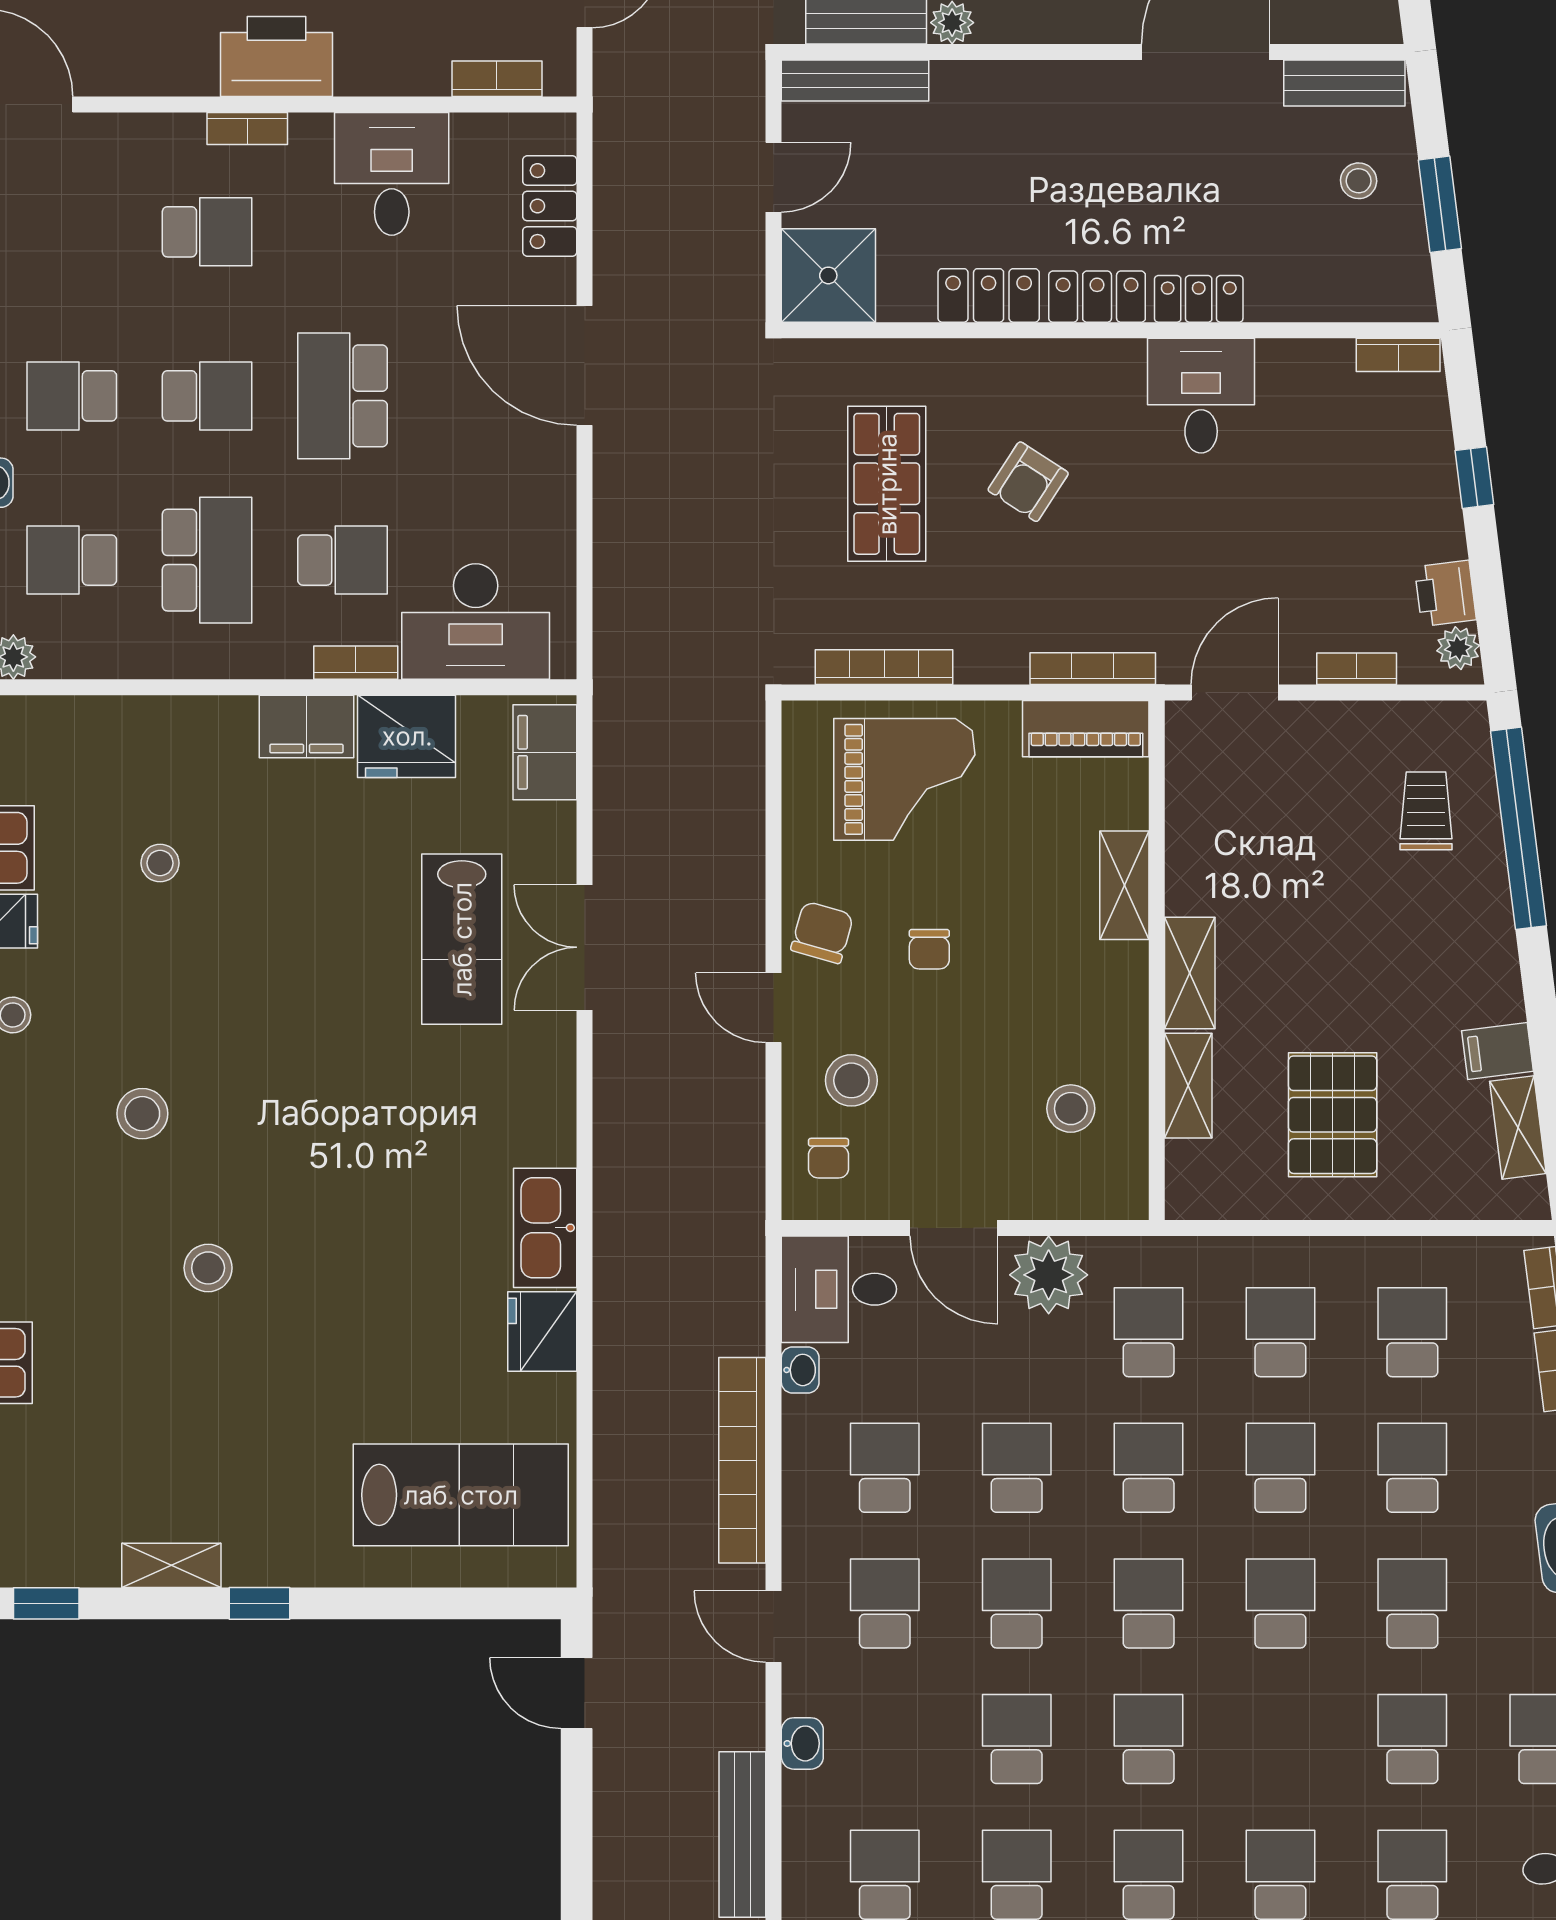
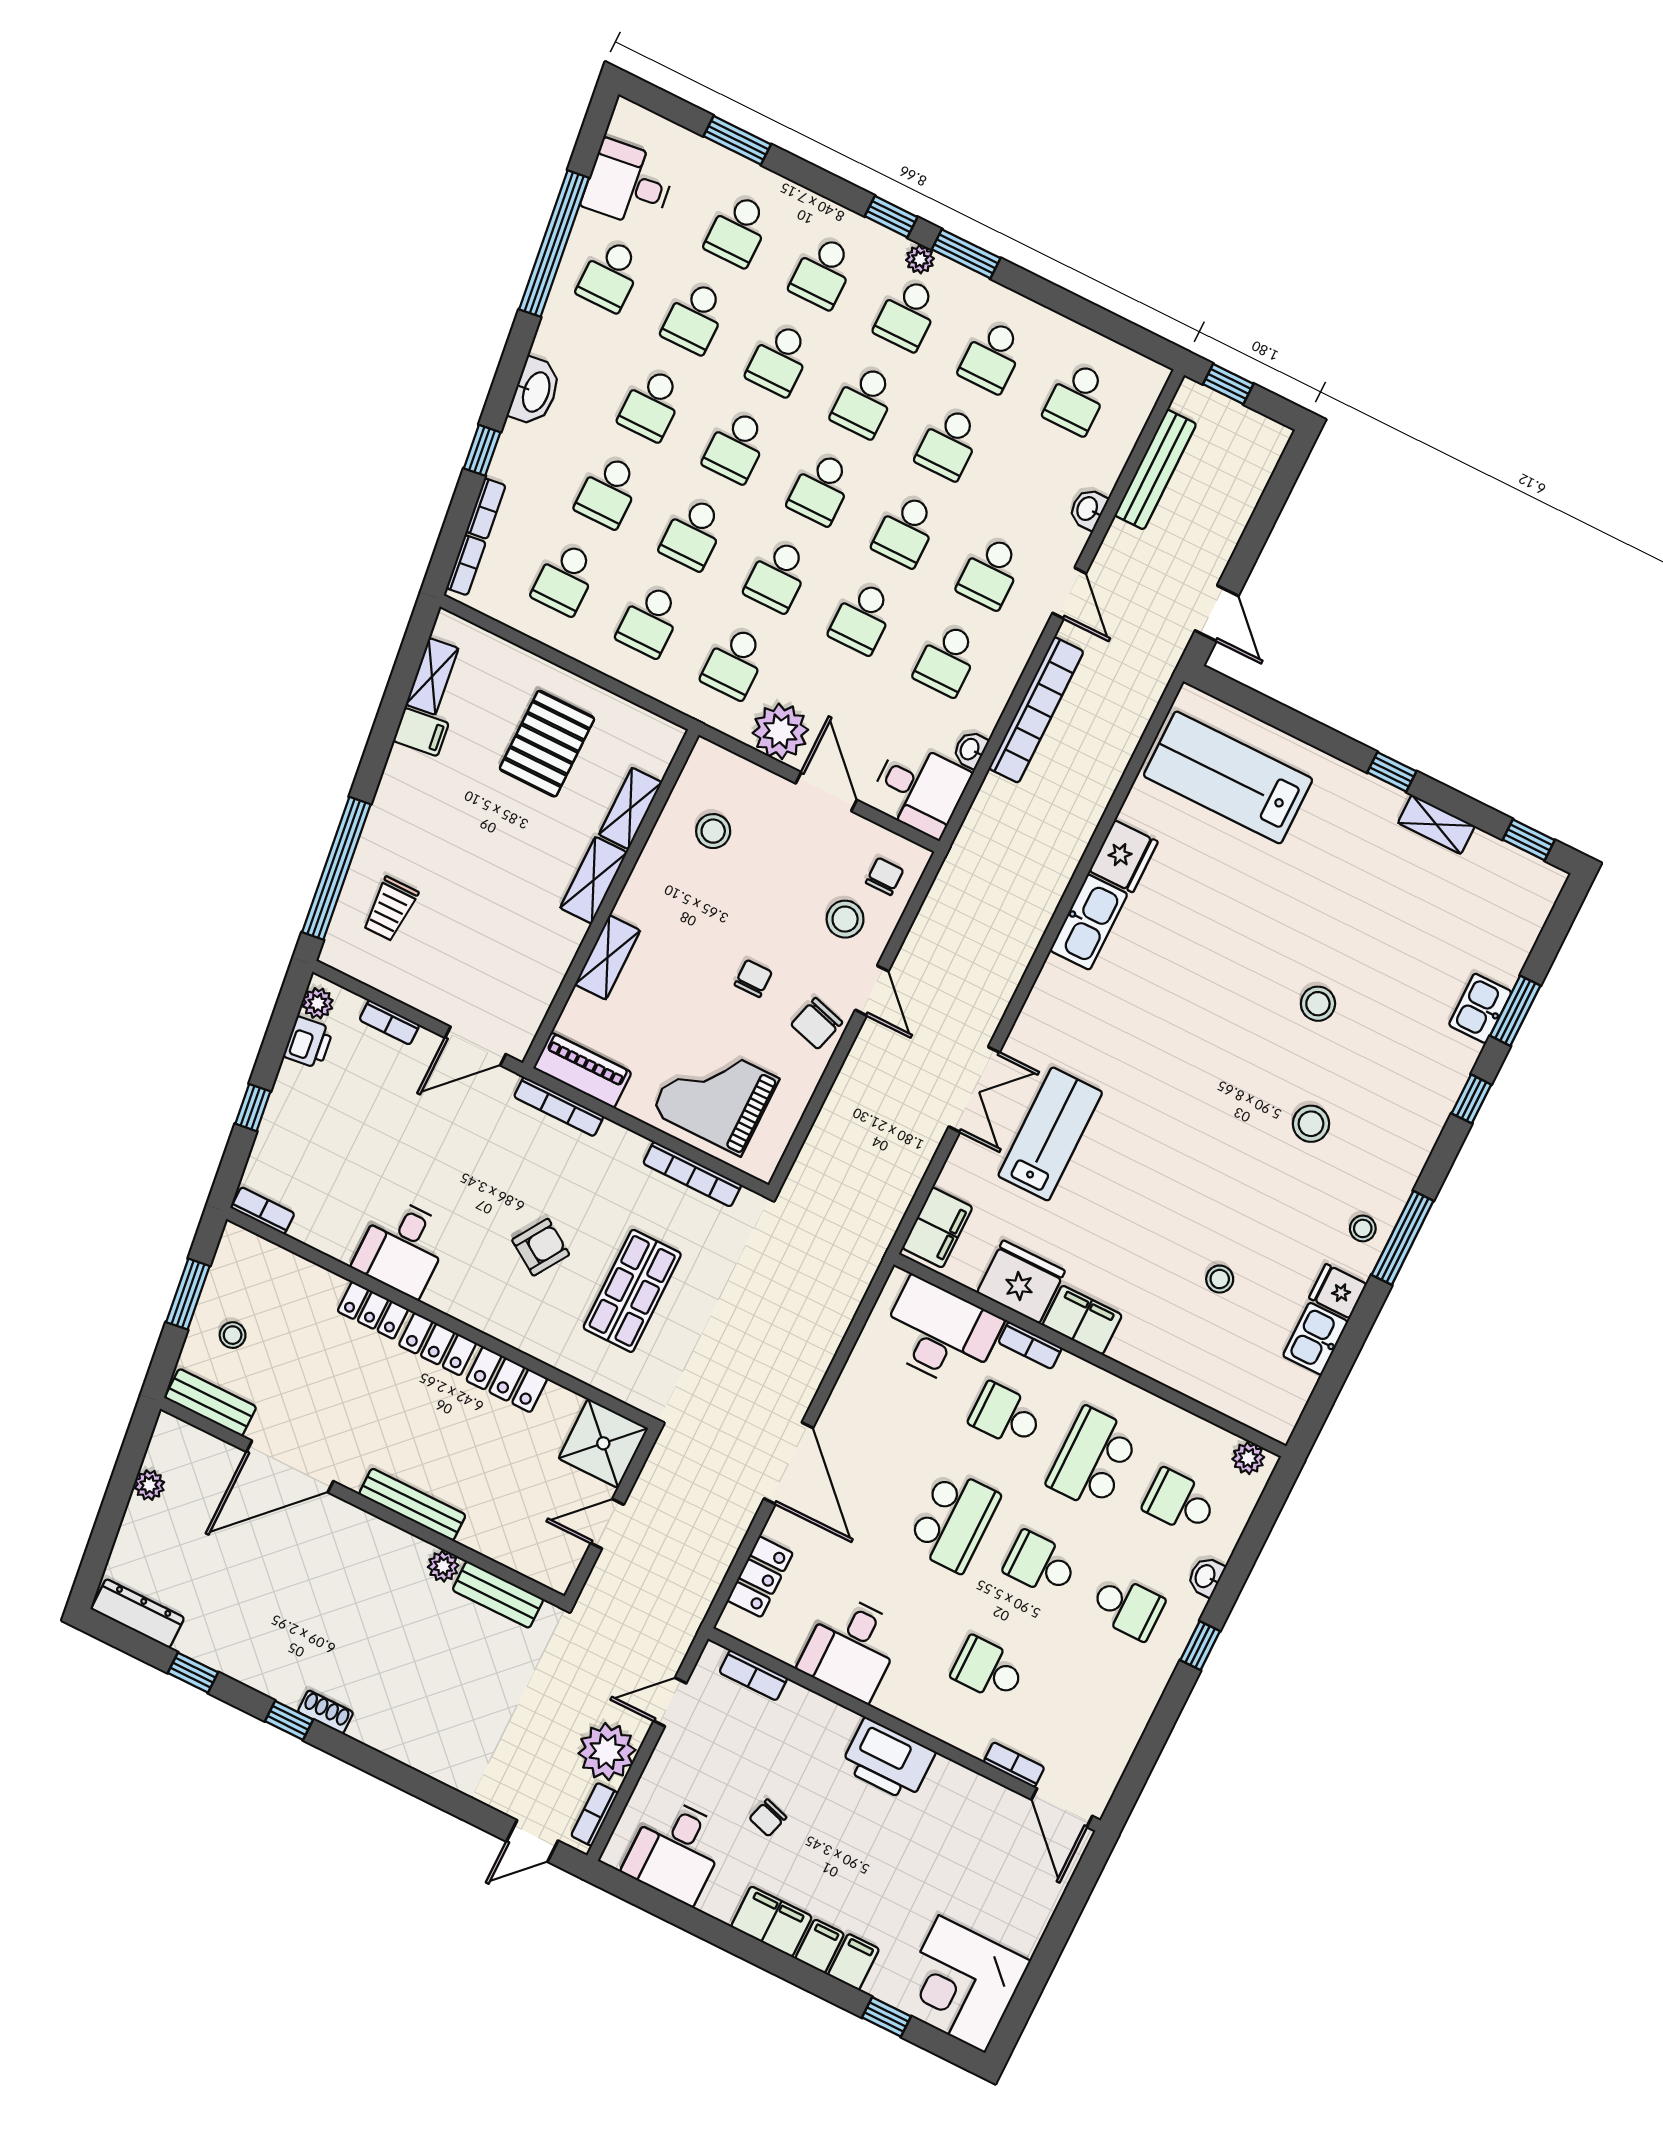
bench: (855, 81) -> (412, 1505), moved
bookcase: (247, 128) -> (1014, 1765), moved
school desk: (72, 560) -> (1180, 1502), turned 180
school desk: (1280, 1739) -> (779, 359), added

